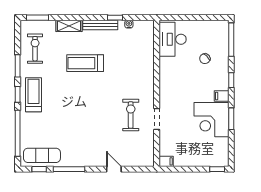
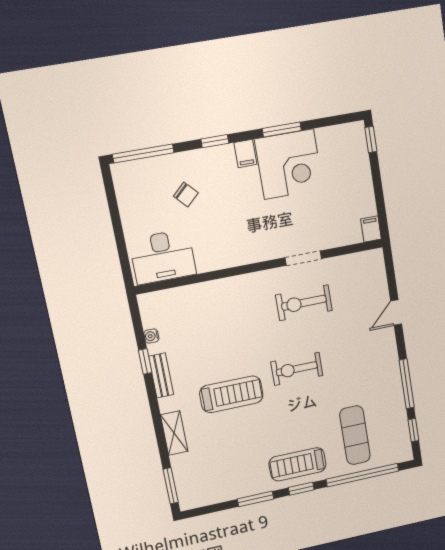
bench: (100, 25) -> (161, 375), width x0.73
exercise bike: (35, 49) -> (297, 369), moved
treadmill: (85, 63) -> (231, 394), turned -90
exercise mat: (42, 155) -> (355, 435), moved

